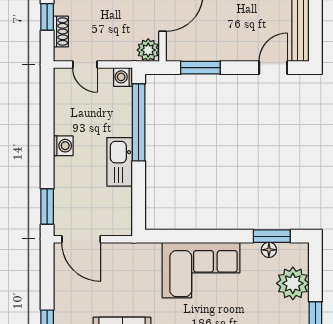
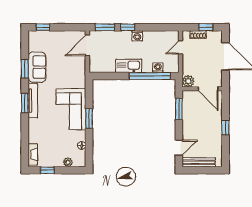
door: (273, 68) -> (179, 148), hinge flipped
washing machine: (123, 77) -> (158, 68), moved
window: (47, 163) -> (128, 27), added
window: (272, 236) -> (89, 118), moved
plant: (293, 283) -> (68, 162), width x0.53, depth x0.53

